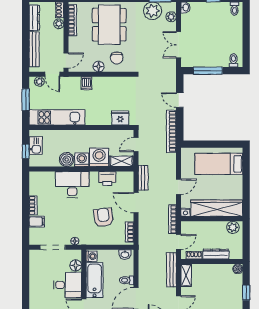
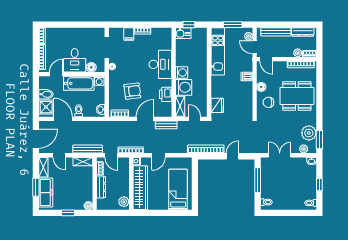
door: (52, 74) -> (255, 47), hinge flipped
kitchen sink: (36, 146) -> (183, 33), moved
boiler: (67, 160) -> (182, 60), removed
door: (179, 187) -> (159, 155), hinge flipped

